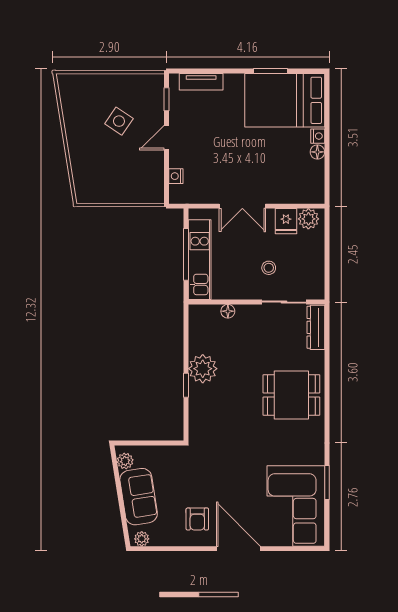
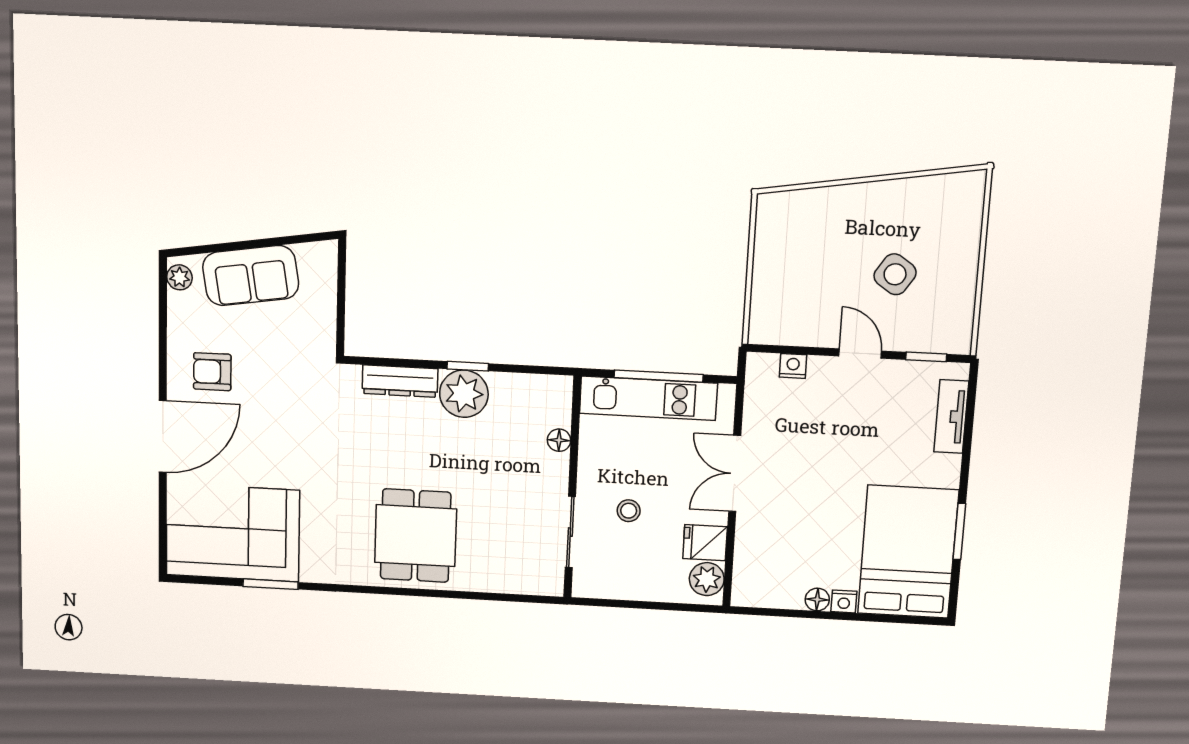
dresser: (316, 327) -> (400, 381), moved, turned 180
window: (186, 385) -> (468, 366), moved
plant: (125, 461) -> (311, 256), removed

